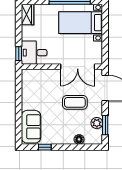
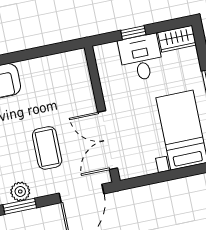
desk: (34, 53) -> (141, 58), moved
window: (19, 54) -> (133, 33), moved

